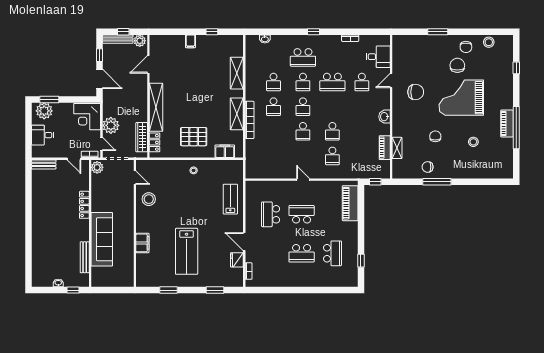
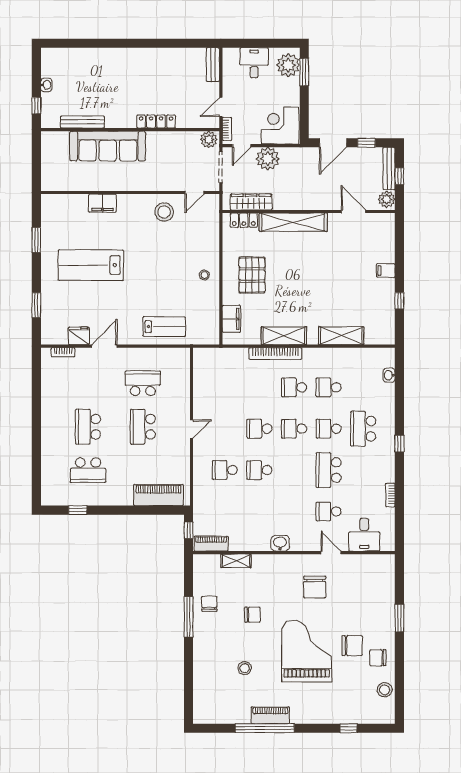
piano: (385, 148) -> (211, 544), moved
school desk: (302, 214) -> (143, 427), turned 180

